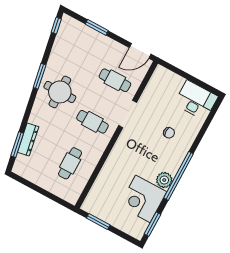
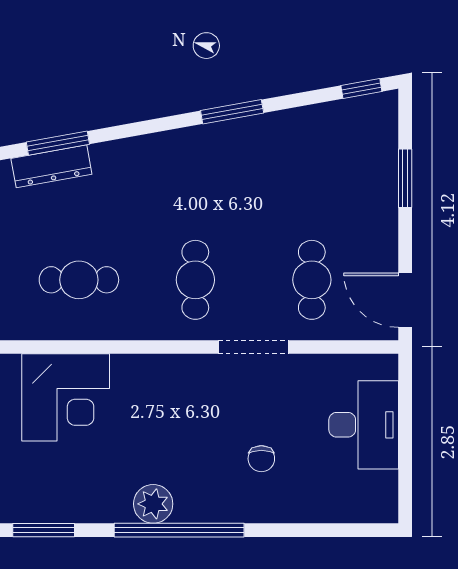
round table: (60, 92) -> (222, 174), removed
desk: (196, 100) -> (364, 425), moved
dresser: (28, 139) -> (51, 166), moved
corner desk: (143, 199) -> (66, 397), moved, turned 180

